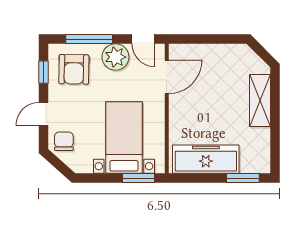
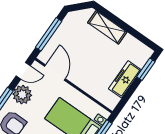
window: (205, 39) -> (49, 34), added
freezer: (206, 159) -> (125, 79), width x0.73, depth x0.79

